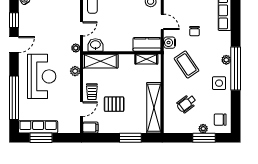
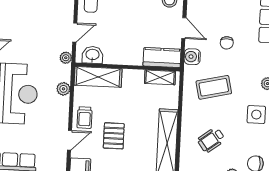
coffee table: (187, 65) -> (214, 87), turned -69
pallet: (114, 104) -> (114, 136), turned 90

